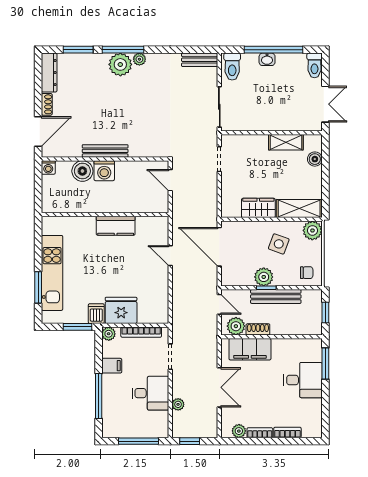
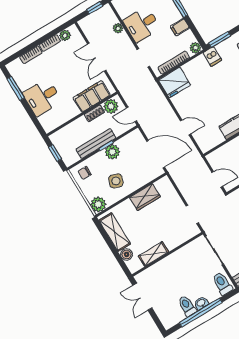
toilet: (314, 65) -> (187, 306), moved
shelving: (299, 209) -> (115, 232), moved, turned 90
fridge: (121, 310) -> (175, 82), moved
window: (325, 364) -> (16, 88), moved

